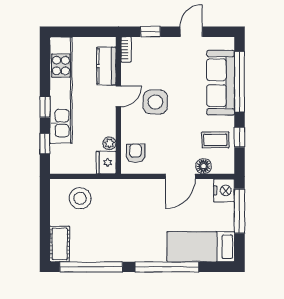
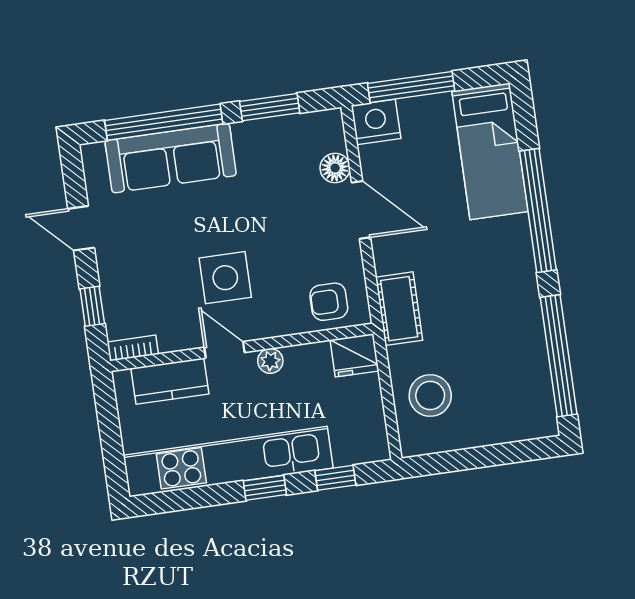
window: (239, 137) -> (270, 107), width x1.50
coffee table: (215, 140) -> (281, 152), removed
plant: (109, 143) -> (270, 361), moved
cot: (60, 244) -> (399, 309), moved, turned 90

